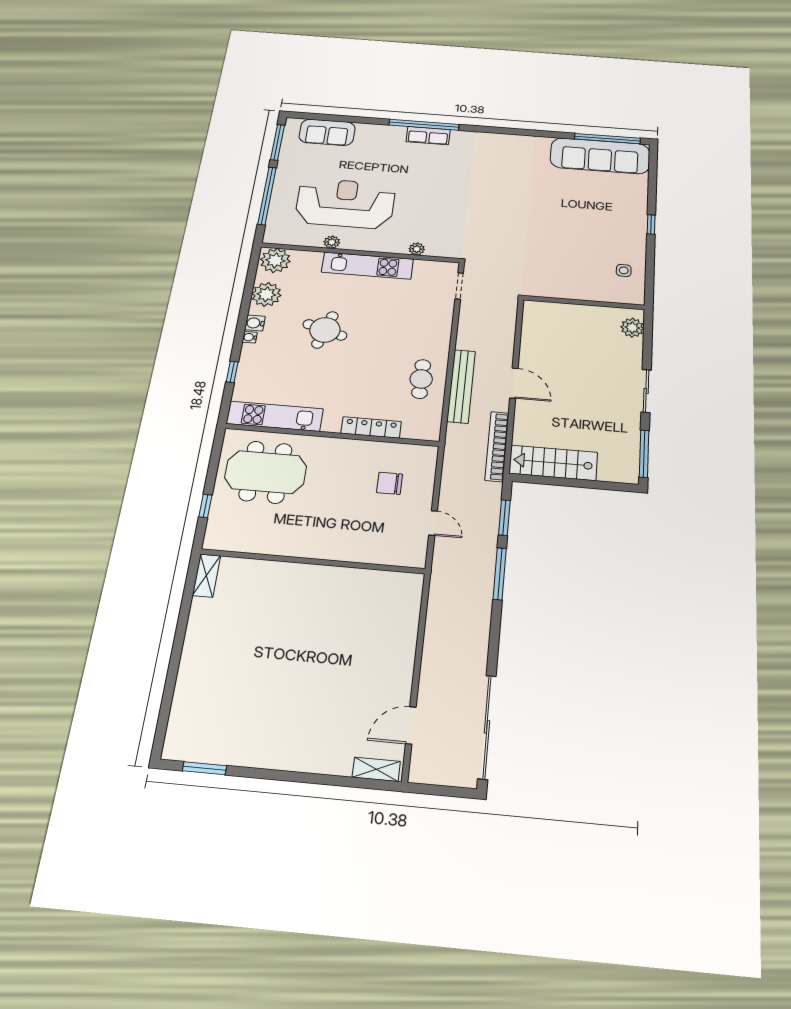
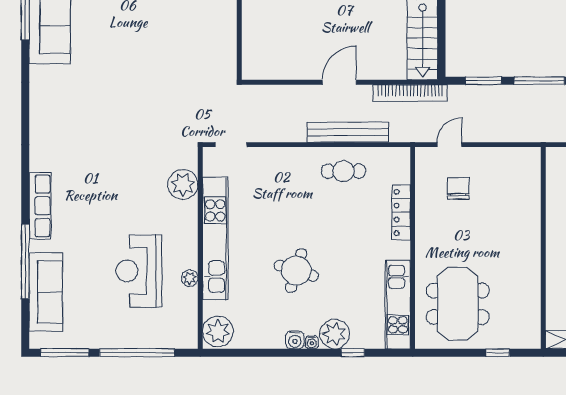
window: (424, 125) -> (25, 262), moved
sofa: (327, 132) -> (46, 292), width x1.36
row of seats: (428, 136) -> (40, 206), width x1.48
reception desk: (345, 203) -> (139, 271), width x0.74, depth x0.77
plant: (417, 249) -> (183, 184), width x1.88, depth x1.88
kitchen unit: (367, 266) -> (215, 239), width x1.36
plant: (266, 294) -> (335, 334), moved
chair: (390, 483) -> (458, 189), turned 180
door: (433, 523) -> (450, 145), moved

